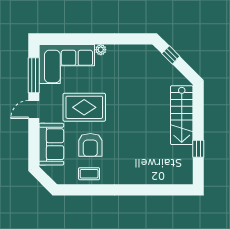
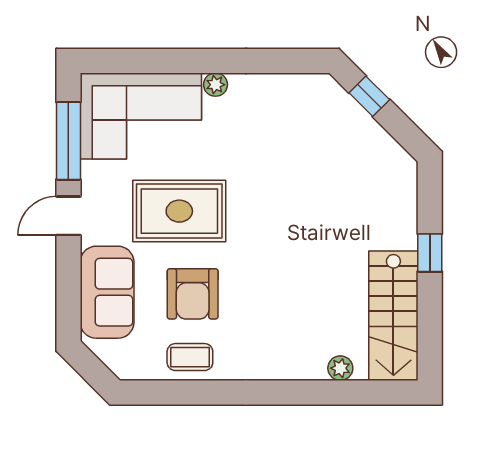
stairs: (182, 115) -> (393, 316), moved
window: (198, 149) -> (430, 253), moved
plant: (158, 179) -> (340, 368), added

